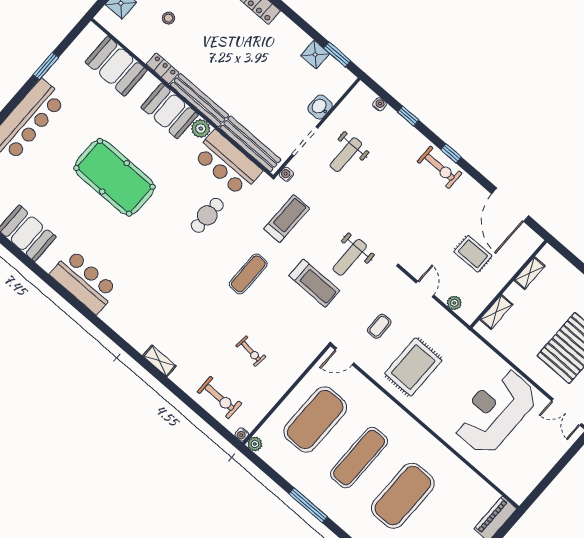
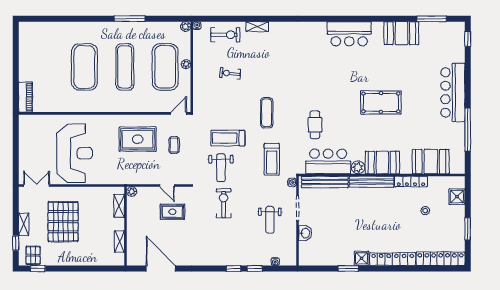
window: (337, 54) -> (348, 269), moved
shower: (315, 55) -> (362, 258), moved
window: (46, 66) -> (468, 130), width x2.11
locker: (163, 68) -> (411, 182), width x1.53
window: (451, 153) -> (234, 269), moved
weight bench: (346, 155) -> (270, 220), turned 180
exercise bike: (440, 167) -> (224, 203), moved, turned 90
pool table: (114, 177) -> (381, 102), width x0.73, depth x0.76
rug: (473, 254) -> (172, 212), moved
weight bench: (350, 257) -> (221, 168), turned 180
plant: (454, 303) -> (132, 192), moved
shelving: (159, 361) -> (257, 27), moved
rug: (413, 367) -> (138, 139), turned 90
exercise bike: (219, 398) -> (225, 35), turned 180
plant: (290, 403) -> (186, 64), added

